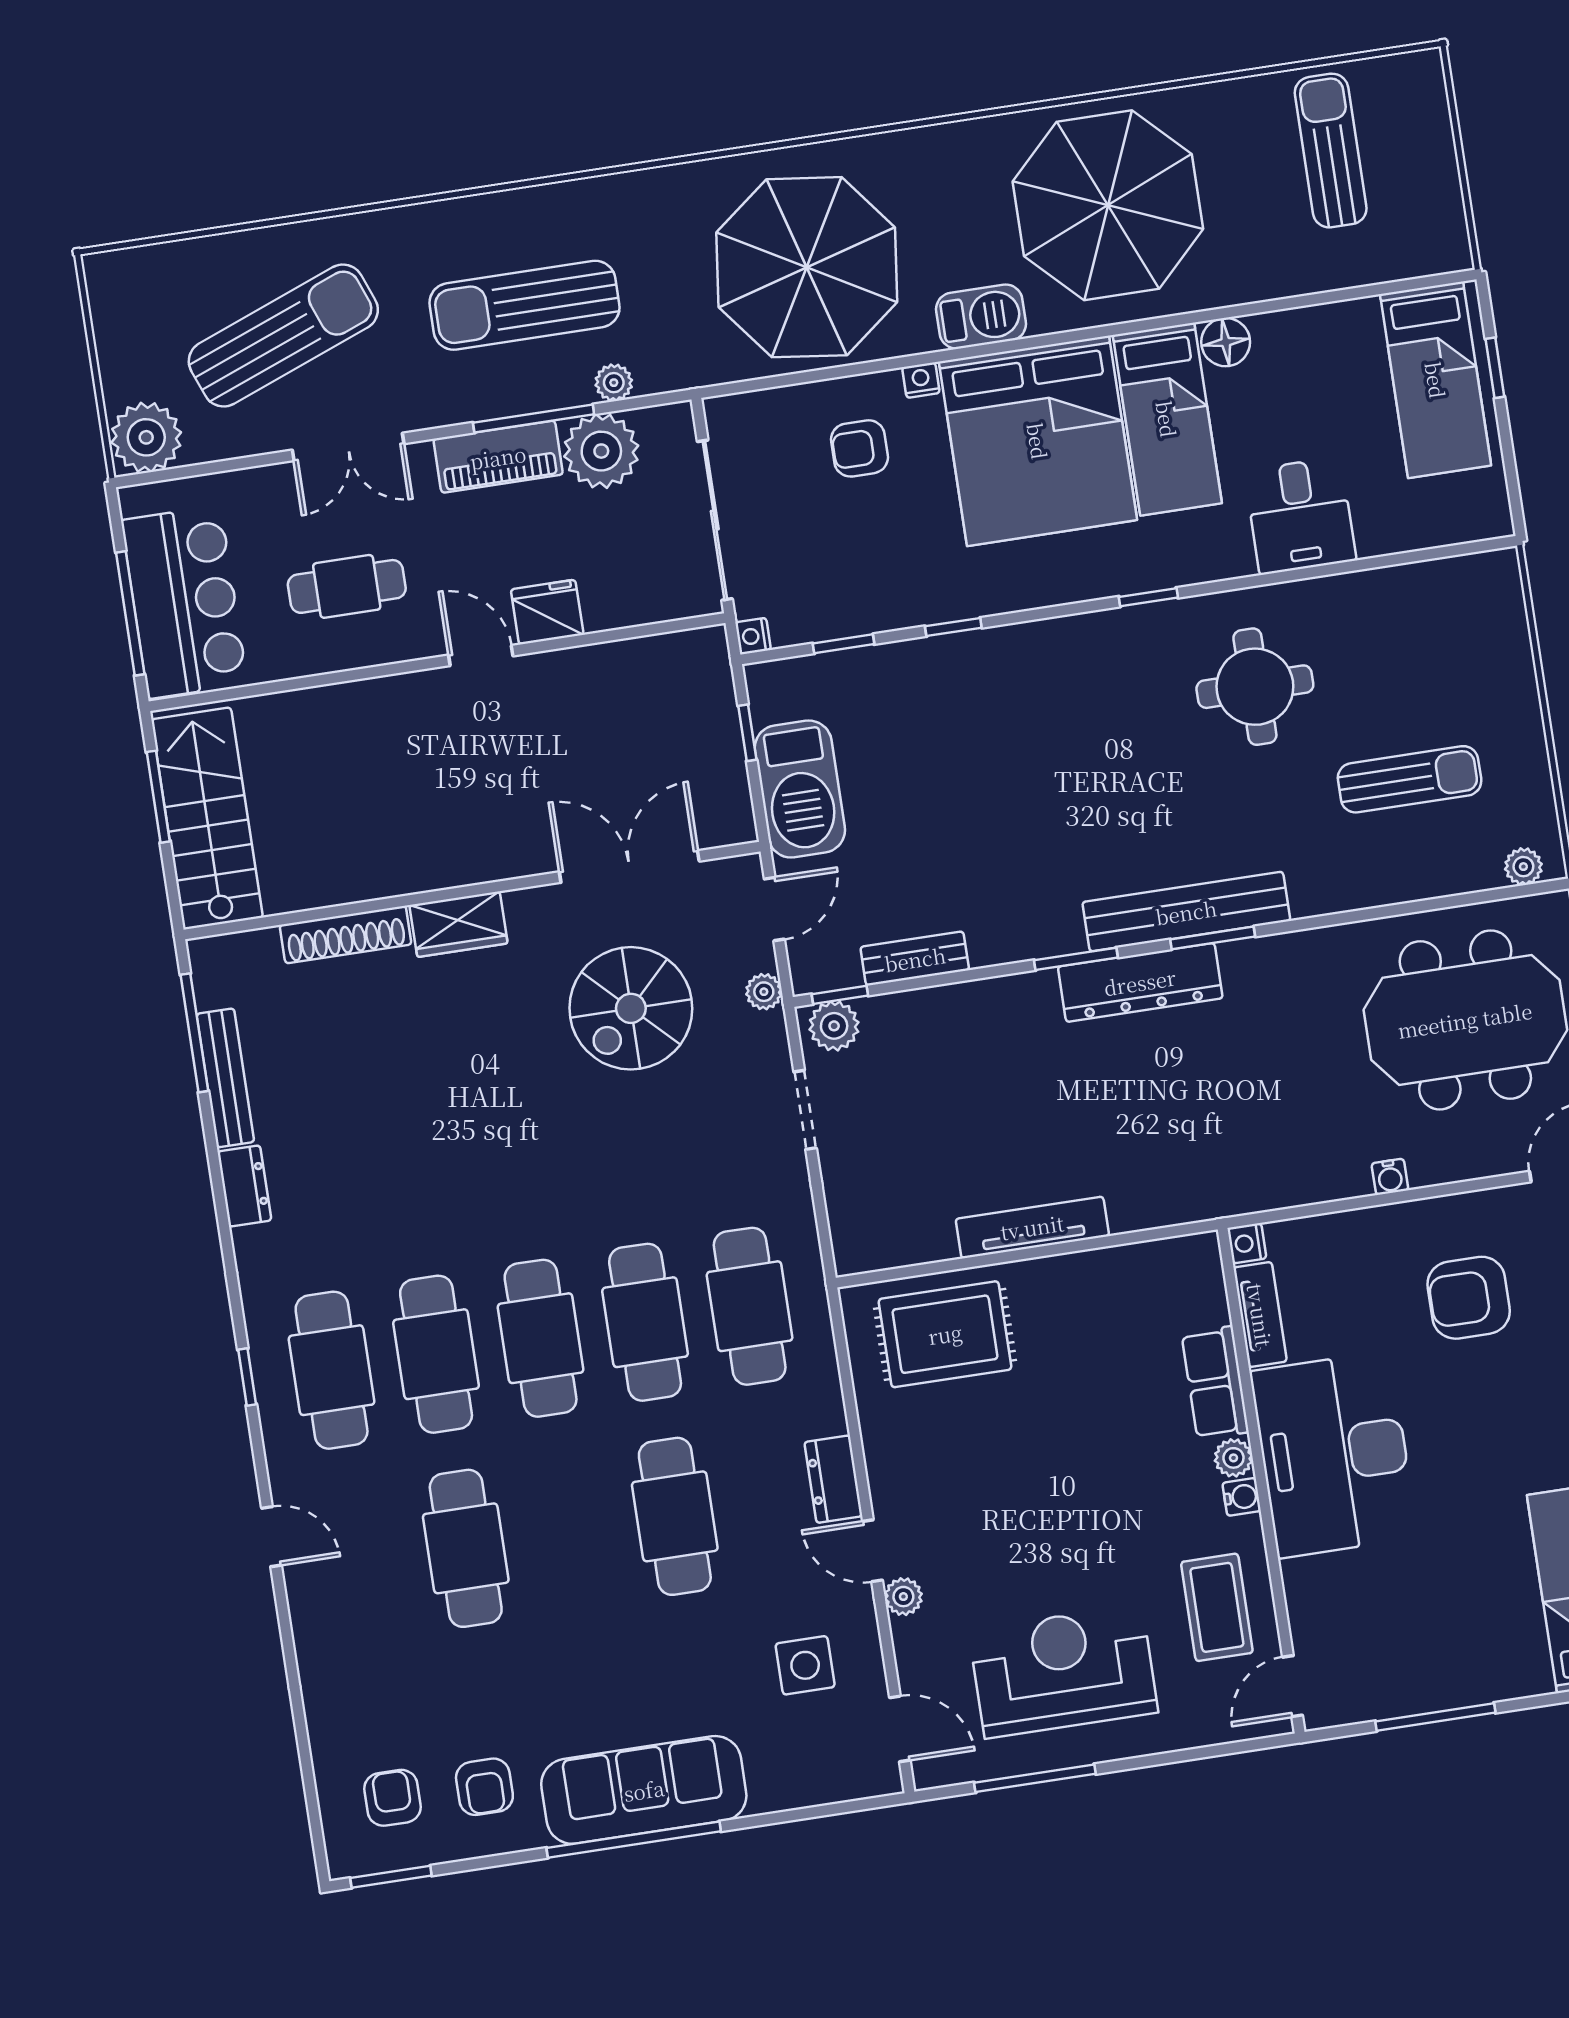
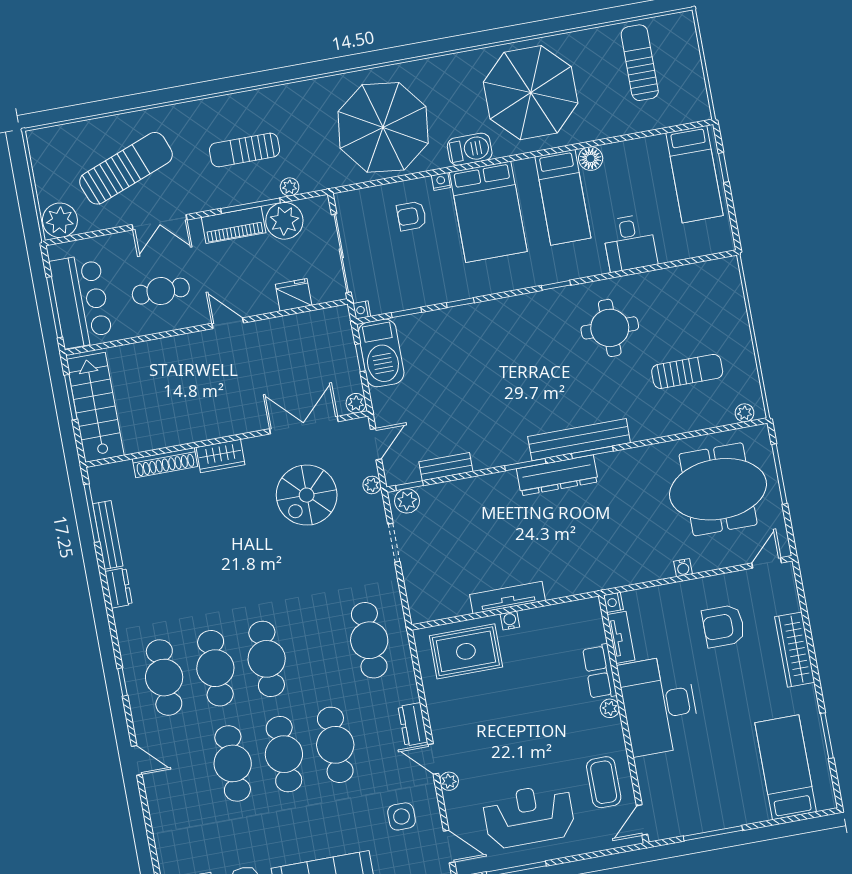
sun lounger: (524, 305) -> (244, 150), width x0.73, depth x0.75
bed: (1038, 441) -> (488, 212), width x0.73
fridge: (547, 612) -> (294, 295), moved
barbecue: (800, 789) -> (381, 353), moved
plant: (736, 825) -> (356, 403), added
cafe table: (645, 1322) -> (284, 754), moved
water cooler: (1242, 1497) -> (510, 620), moved, turned -90

